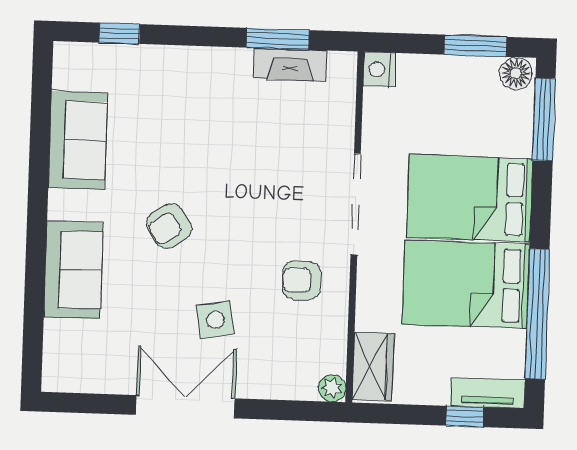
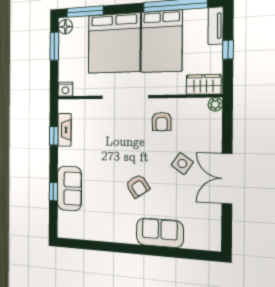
window: (119, 33) -> (53, 192), moved
window: (278, 39) -> (54, 136), width x0.67
sofa: (78, 140) -> (69, 188), moved, turned 90
bed: (470, 198) -> (114, 43), width x1.36
side table: (215, 320) -> (182, 164), turned 45
window: (465, 416) -> (228, 50), moved

